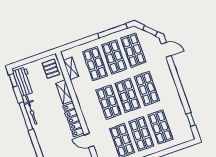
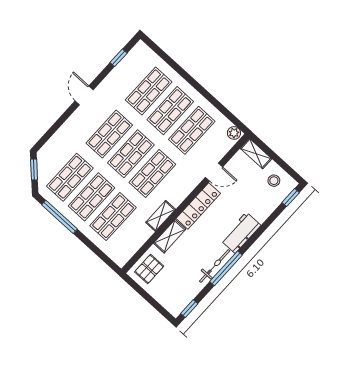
door: (166, 50) -> (84, 95), moved
shelving: (71, 68) -> (161, 216), moved
workbench: (23, 82) -> (241, 233), moved
door: (89, 140) -> (214, 172), hinge flipped

